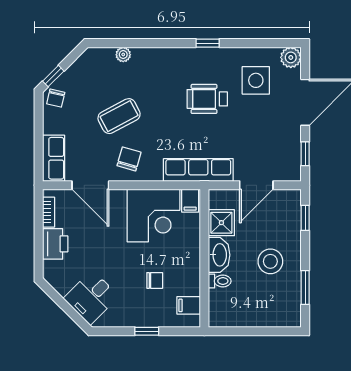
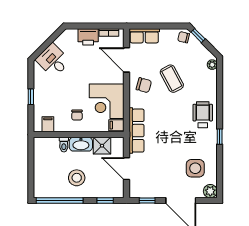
plant: (123, 55) -> (212, 65), moved
wheelchair: (207, 99) -> (203, 115), moved
door: (90, 185) -> (127, 60), hinge flipped
chair: (155, 280) -> (77, 115), moved
window: (305, 288) -> (60, 201), width x2.11

